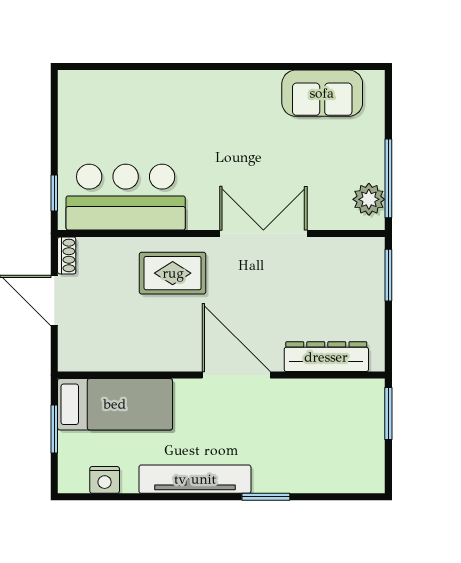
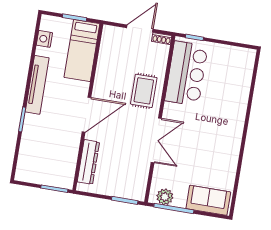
sofa: (322, 93) -> (208, 200), moved, turned 90

